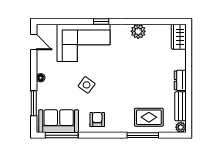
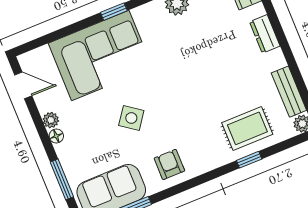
plant: (41, 68) -> (51, 120), added
dresser: (180, 80) -> (265, 34), moved
window: (143, 135) -> (249, 160), width x0.46

